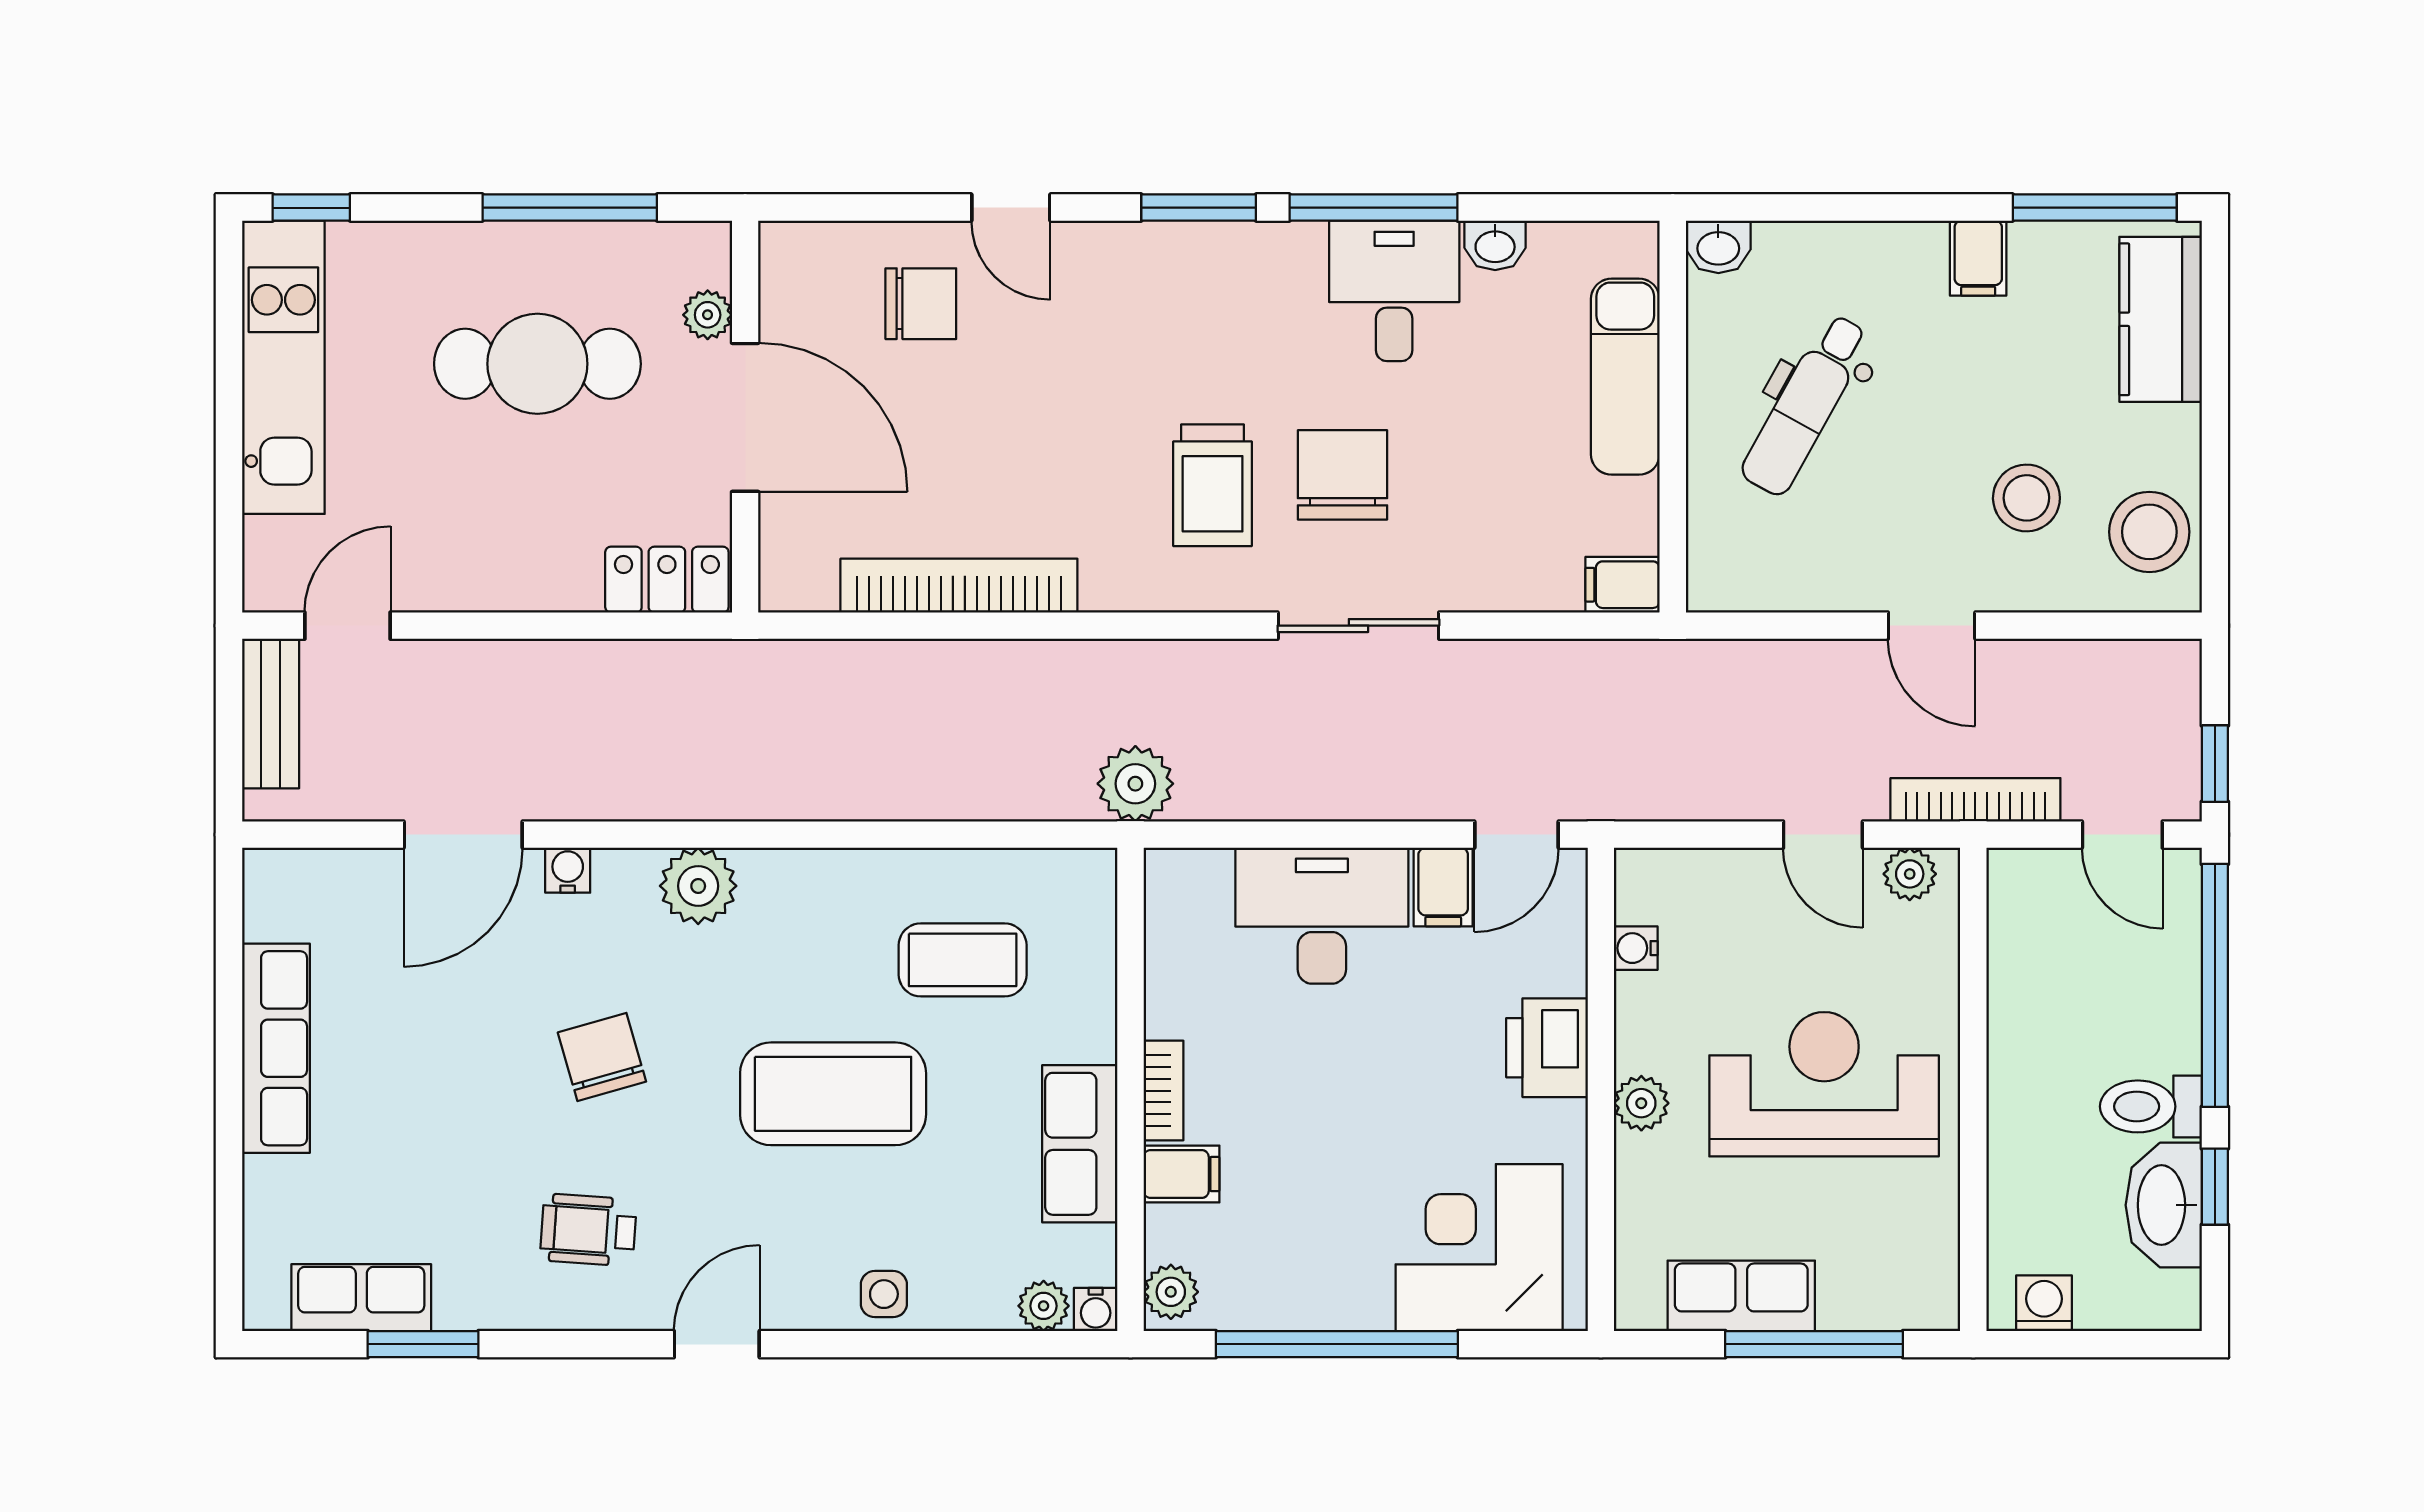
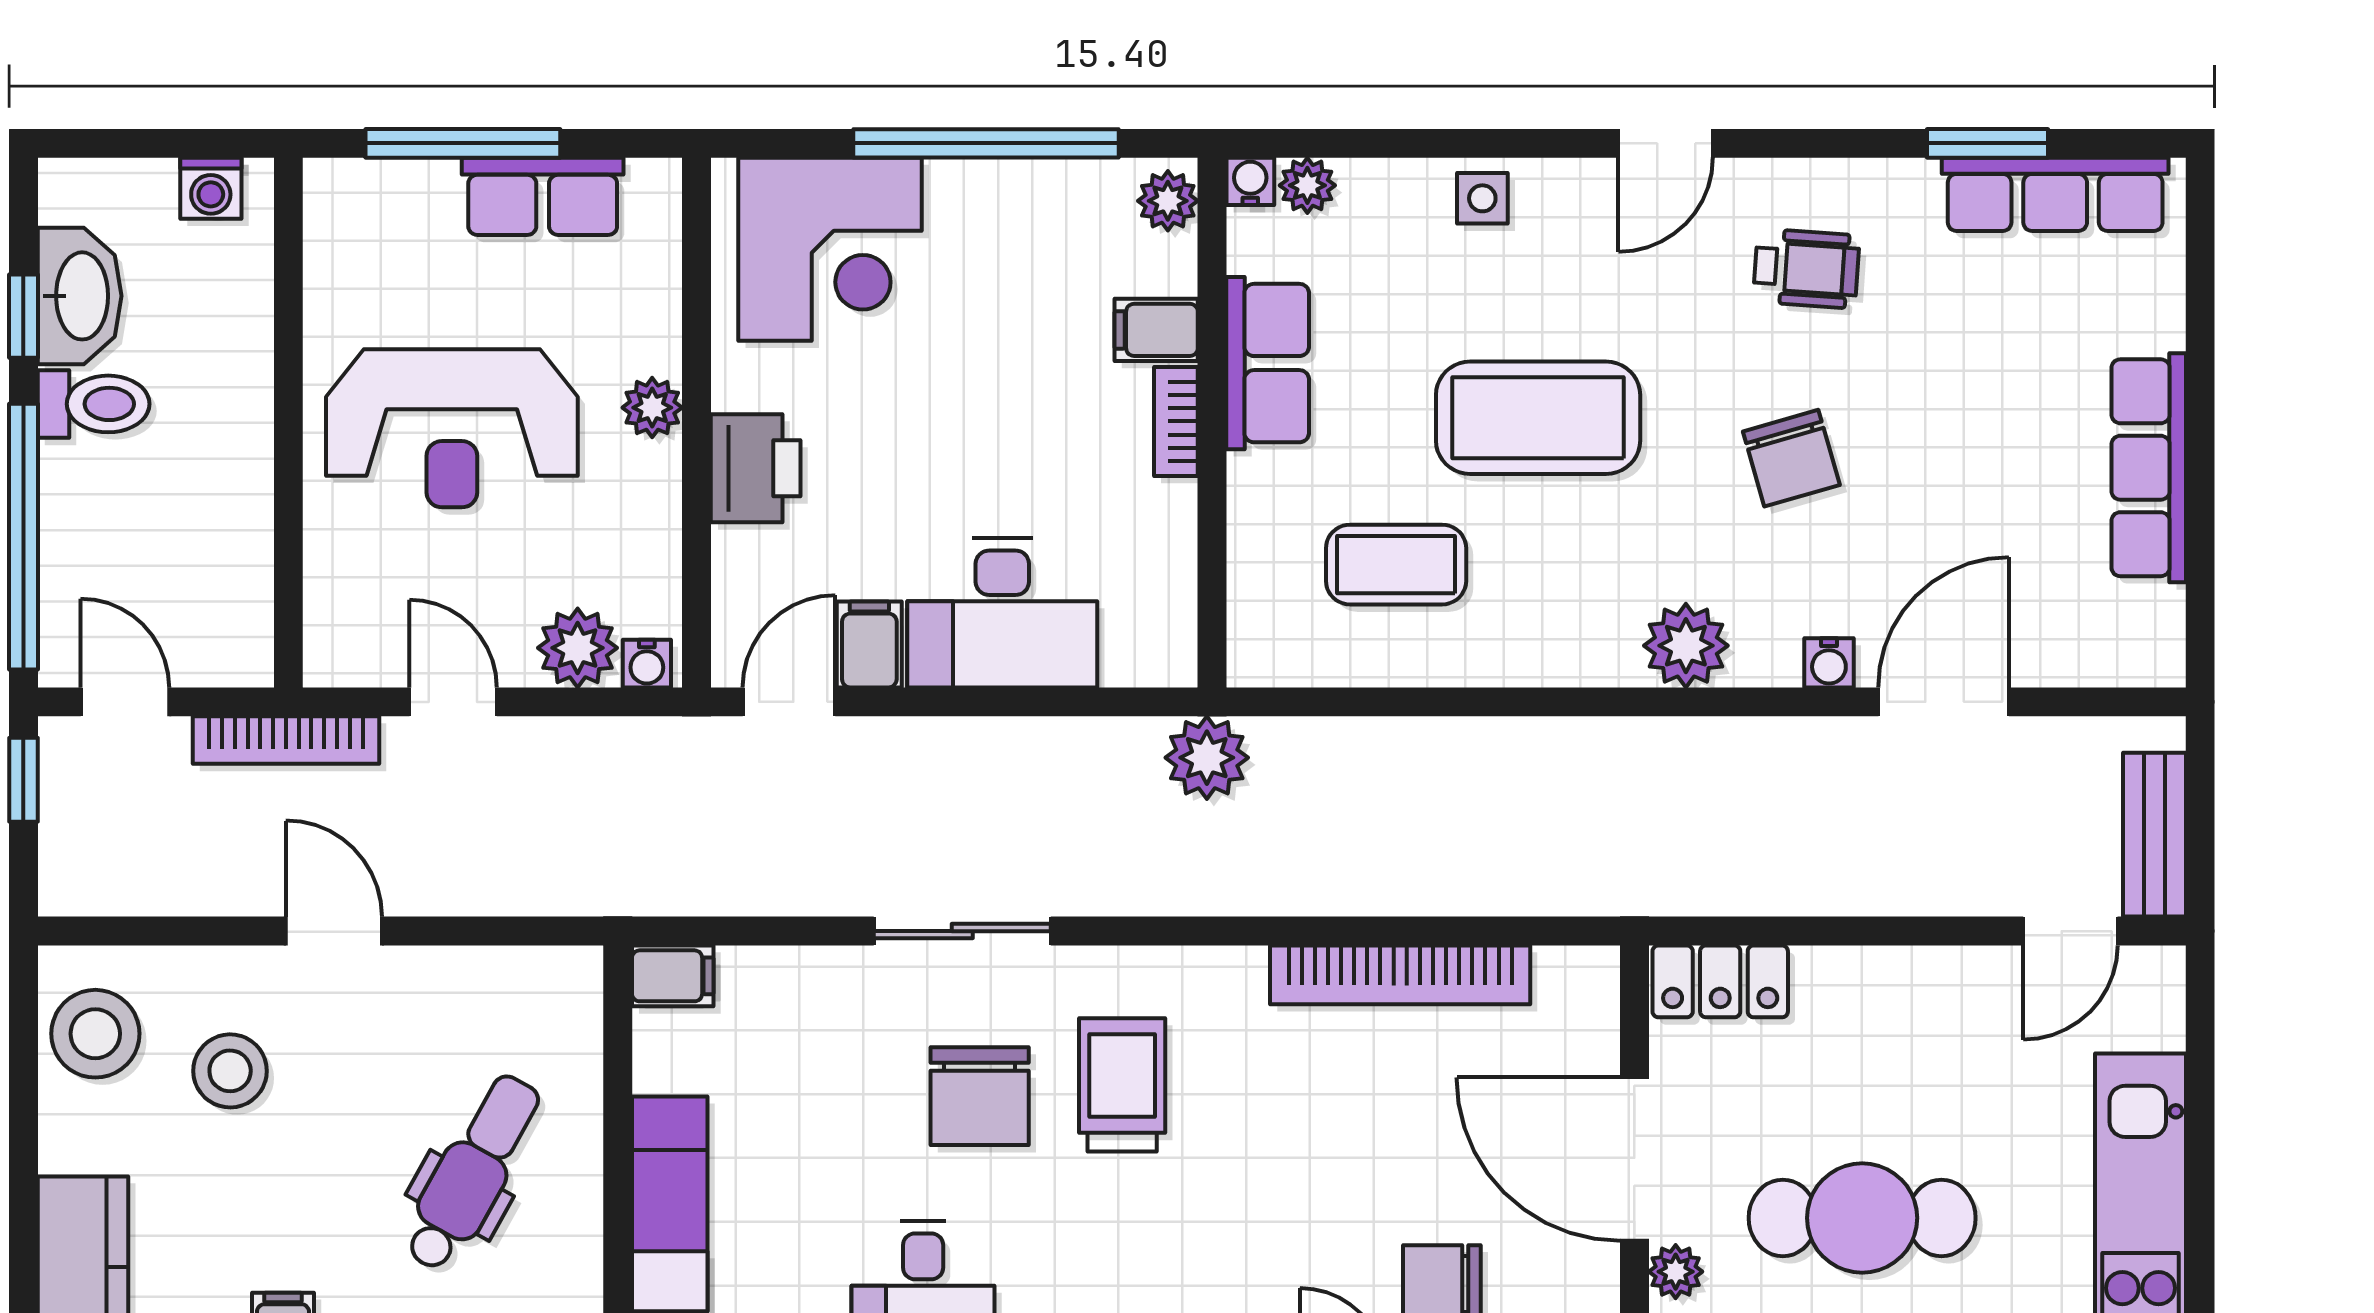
plant: (1910, 874) -> (578, 648), moved, width x1.38, depth x1.38
water cooler: (1636, 948) -> (647, 664), moved, turned 90
row of seats: (361, 1298) -> (2055, 194), width x1.48

